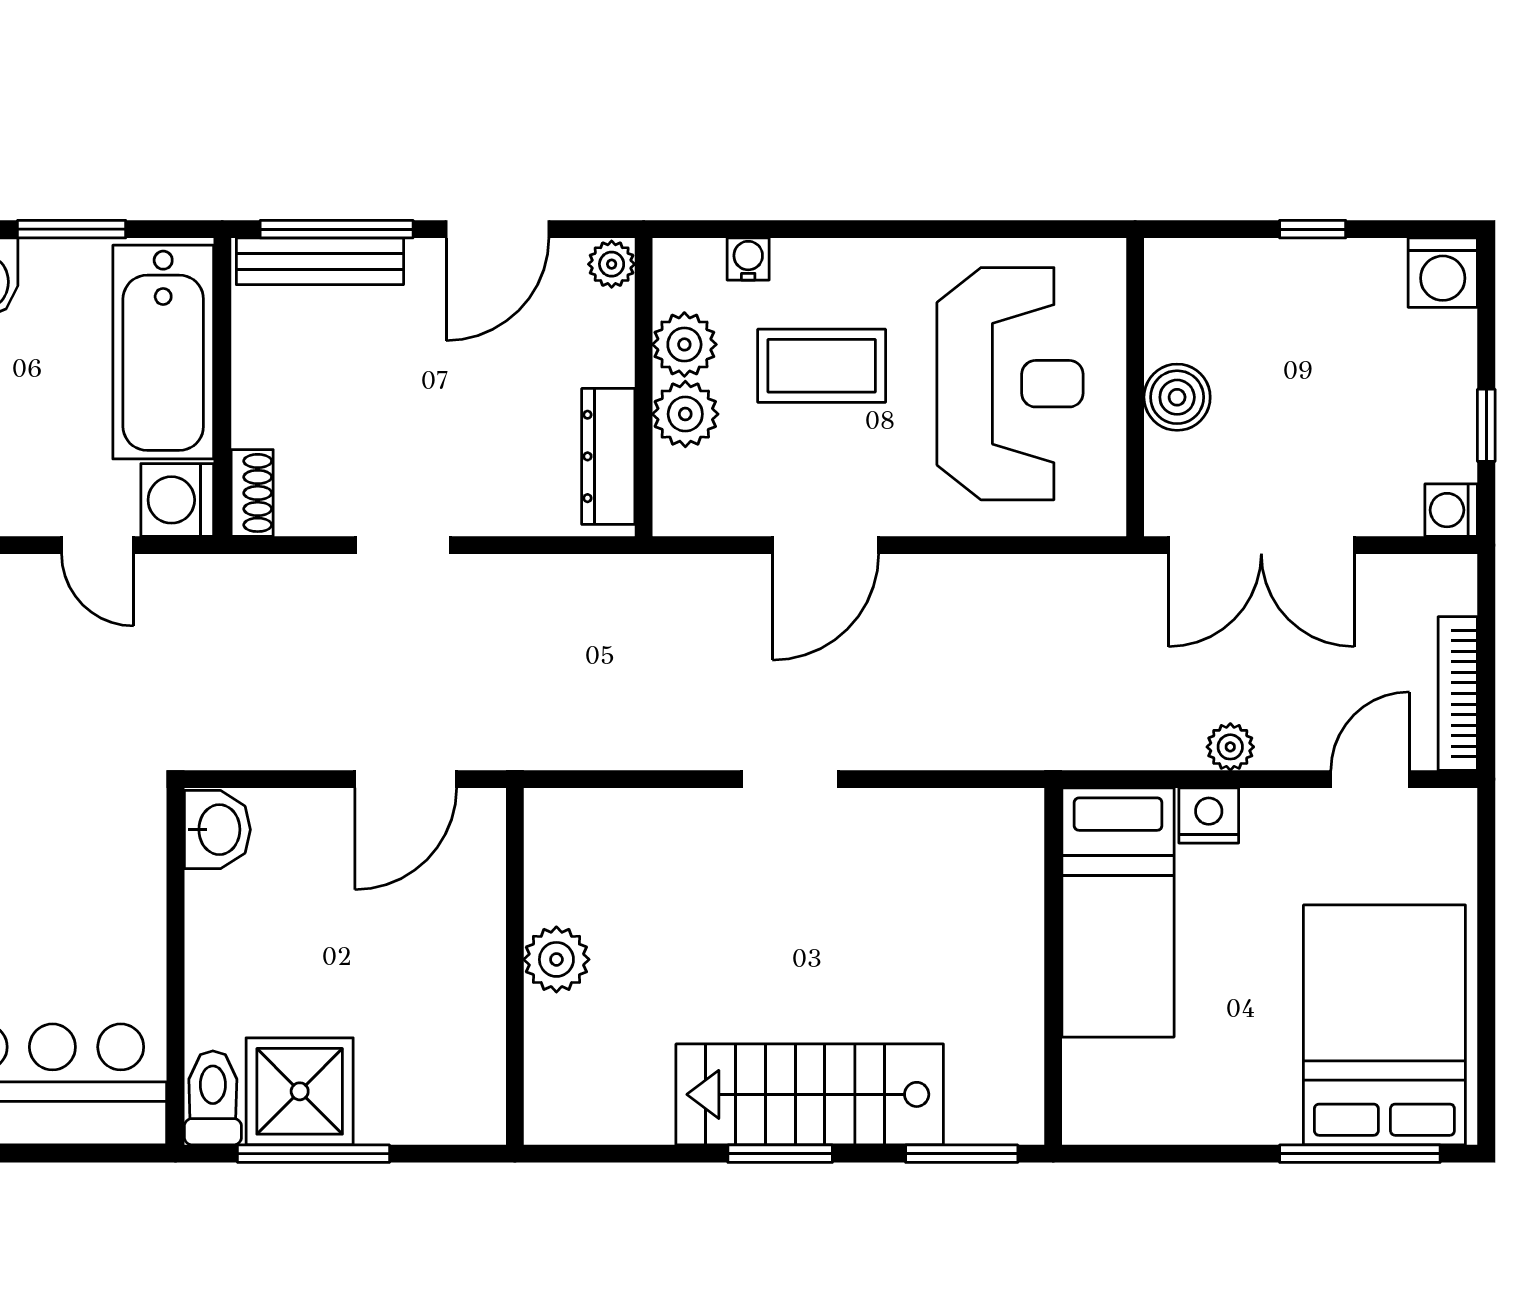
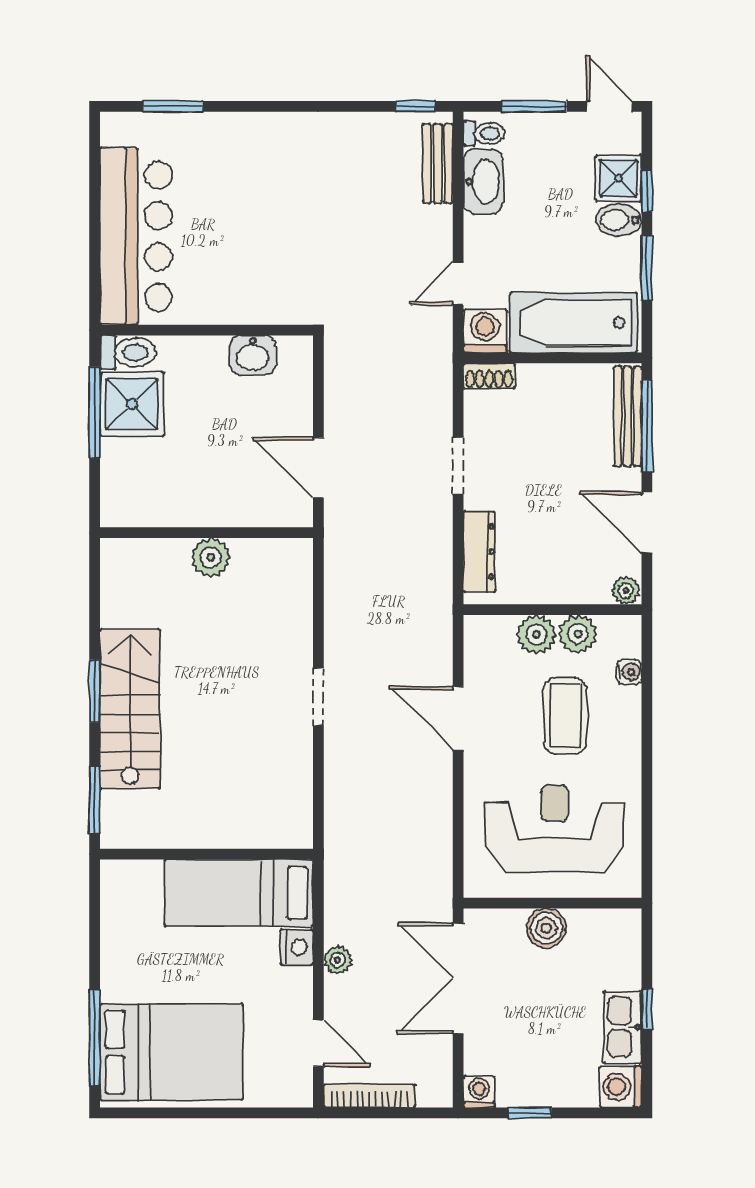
kitchen sink: (1343, 270) -> (623, 1027), added
reception desk: (1010, 384) -> (554, 828), turned 180
dresser: (608, 456) -> (479, 552), moved, turned 90
washbasin: (217, 830) -> (253, 355), moved

